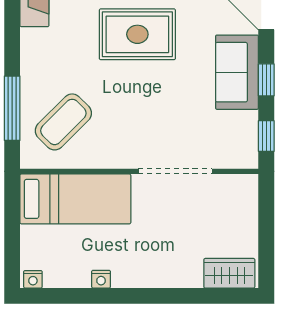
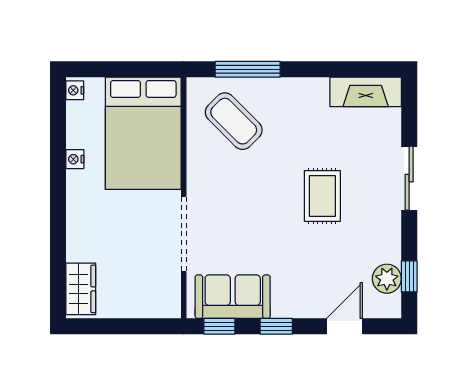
rug: (137, 34) -> (322, 196), width x0.73, depth x0.70
sofa: (237, 72) -> (233, 297), moved
bed: (75, 199) -> (143, 133), width x1.50

